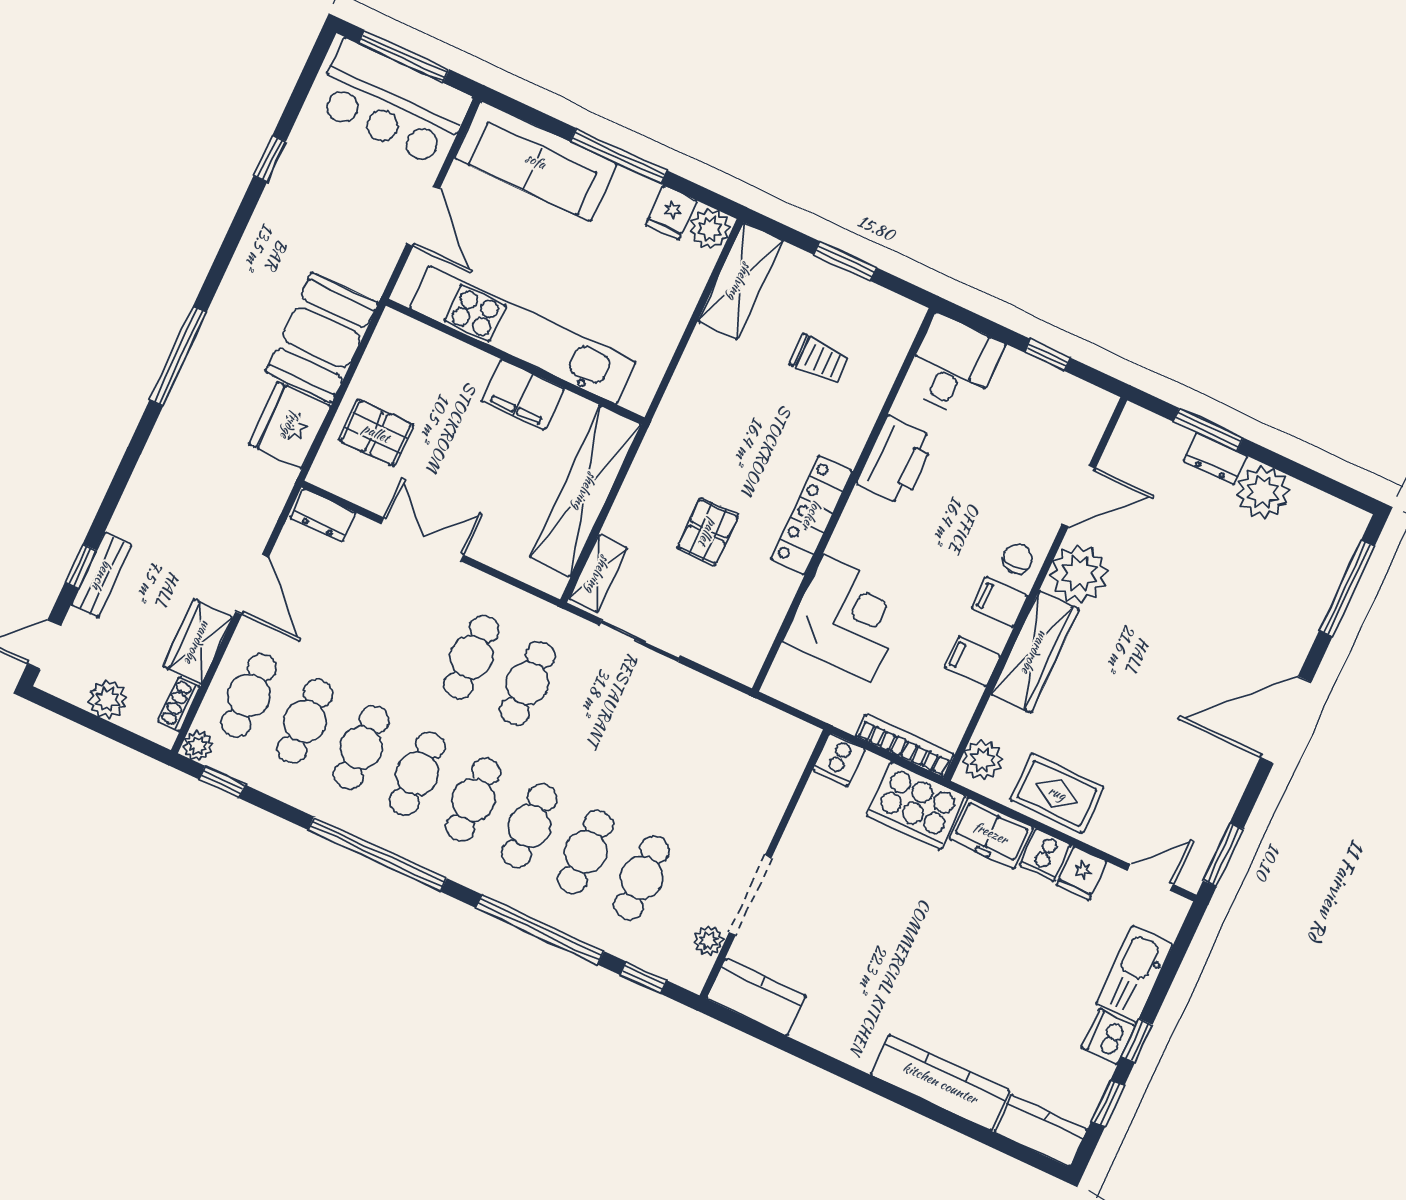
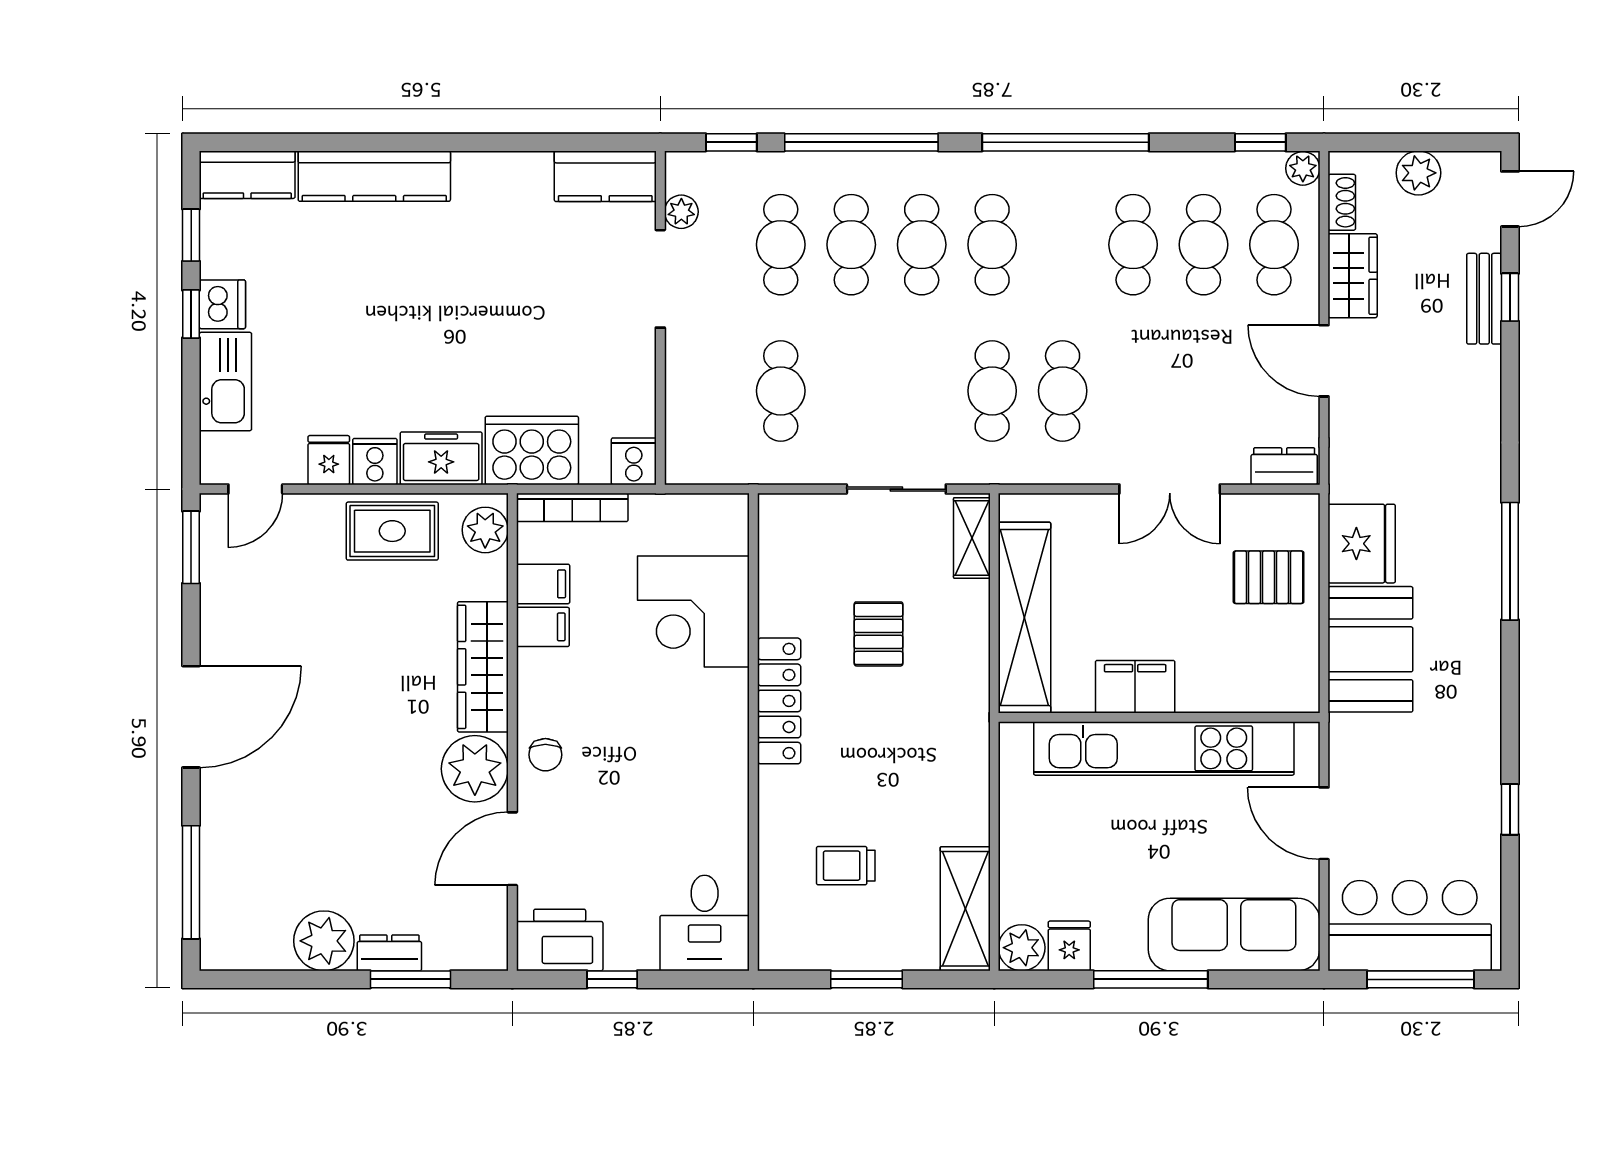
printer: (896, 460) -> (560, 940), moved, turned 90
filing cabinet: (1000, 602) -> (543, 584), moved
cafe table: (417, 774) -> (781, 391), moved

